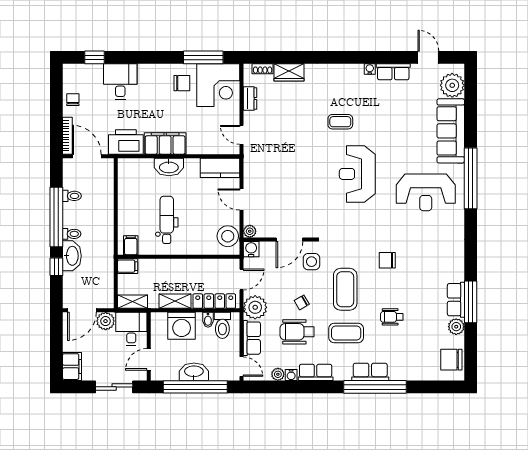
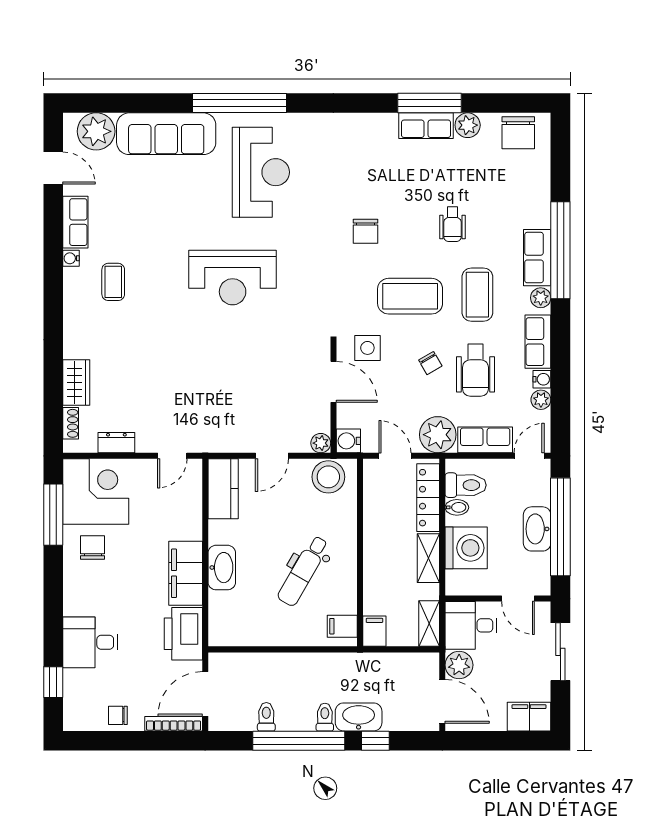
door: (428, 57) -> (53, 168), swing flipped
coffee table: (340, 122) -> (113, 282), moved
dental chair: (167, 220) -> (303, 571), turned -60
plant: (344, 374) -> (541, 298), added

